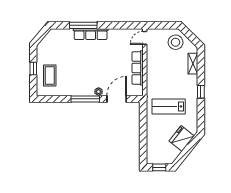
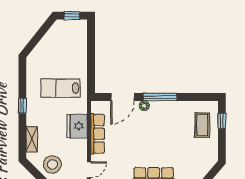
window: (33, 68) -> (222, 121), moved
lab bench: (169, 106) -> (61, 88), turned 180
fridge: (182, 139) -> (77, 126), moved, turned 141

